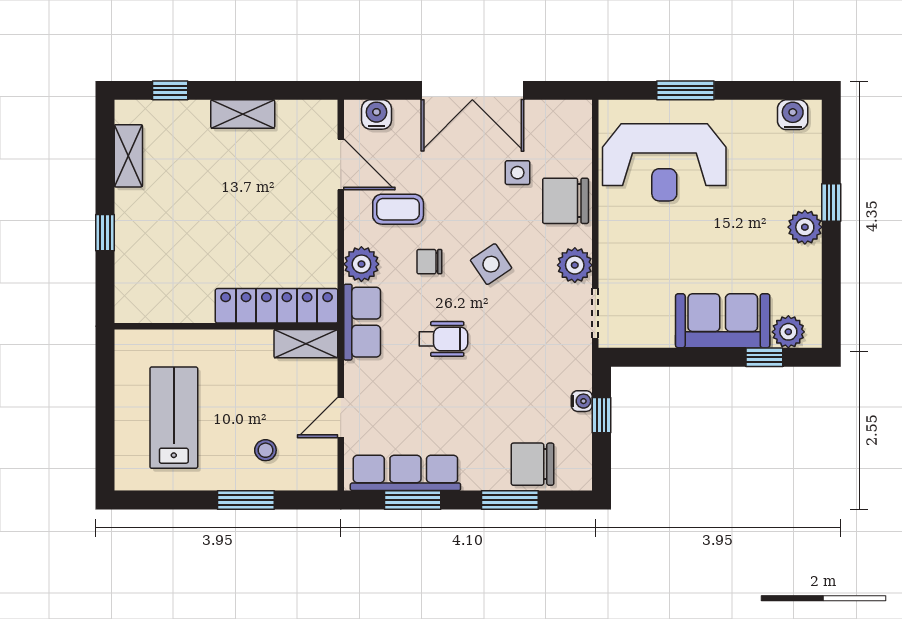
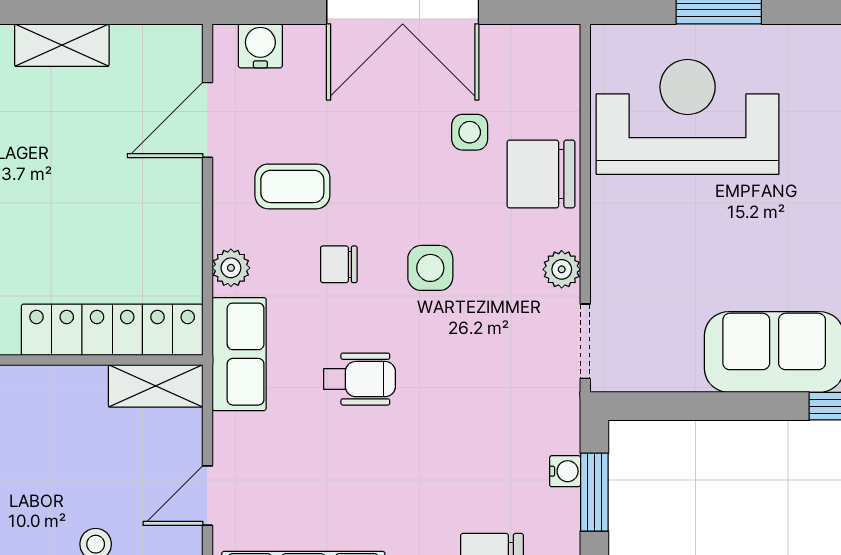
reception desk: (664, 162) -> (688, 117), turned 180
door: (341, 164) -> (207, 120), swing flipped
plant: (361, 264) -> (231, 268), width x0.73, depth x0.73
side table: (491, 264) -> (430, 268), turned 34
plant: (575, 265) -> (562, 269), width x0.73, depth x0.73
window: (602, 415) -> (594, 492), width x1.50

